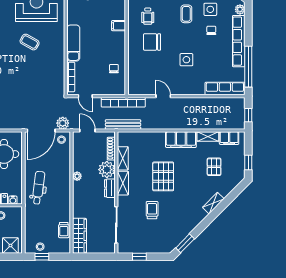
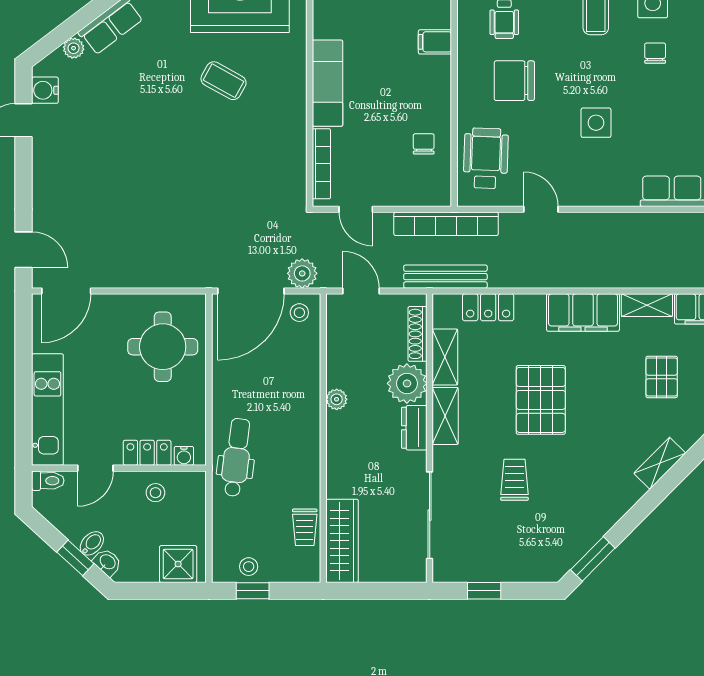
wheelchair: (140, 75) -> (486, 158), added
locker: (141, 137) -> (488, 307), added
dental chair: (38, 188) -> (236, 457), moved

